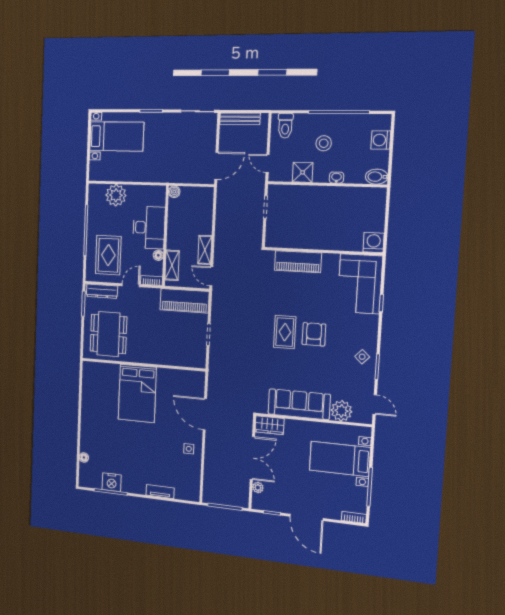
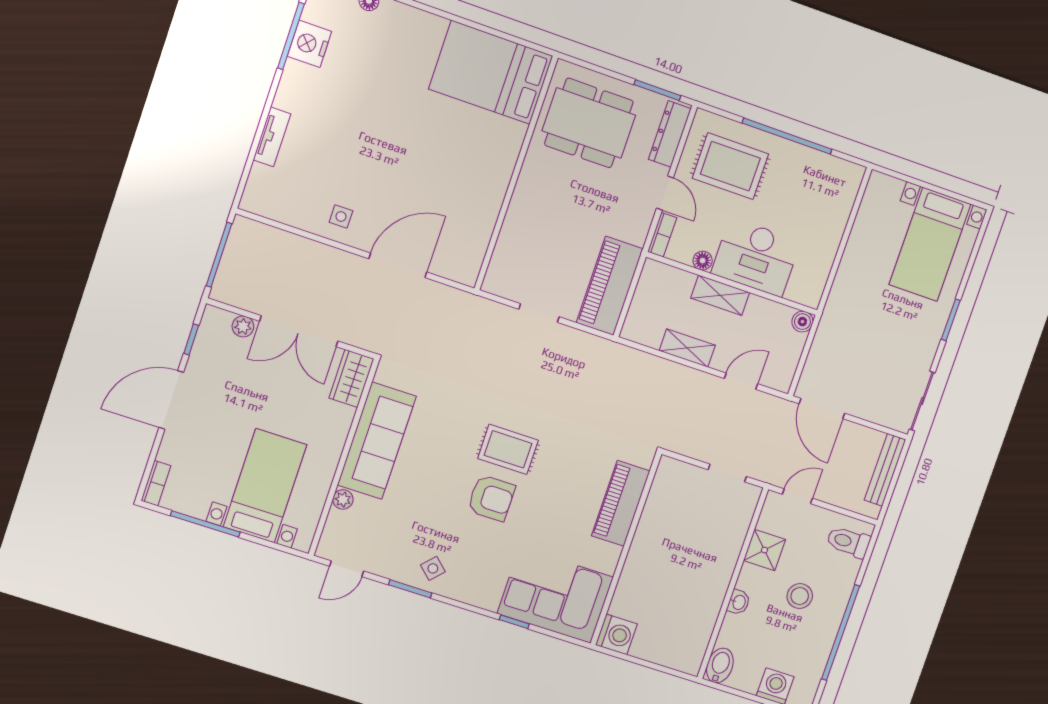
plant: (116, 195) -> (830, 213), removed
shelving: (172, 265) -> (720, 295), moved
door: (211, 276) -> (741, 381), moved
bed: (137, 393) -> (491, 72), moved
plant: (341, 411) -> (343, 499), width x0.53, depth x0.53

